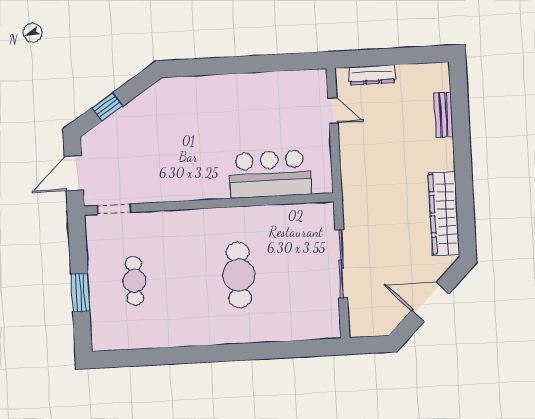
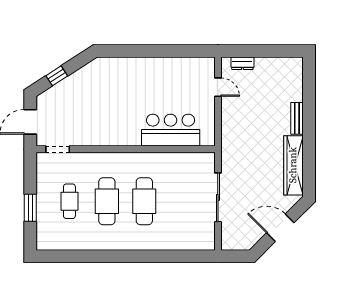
dresser: (372, 75) -> (242, 63), width x0.70
bench: (444, 115) -> (297, 118), moved
cafe table: (187, 278) -> (107, 201), added

